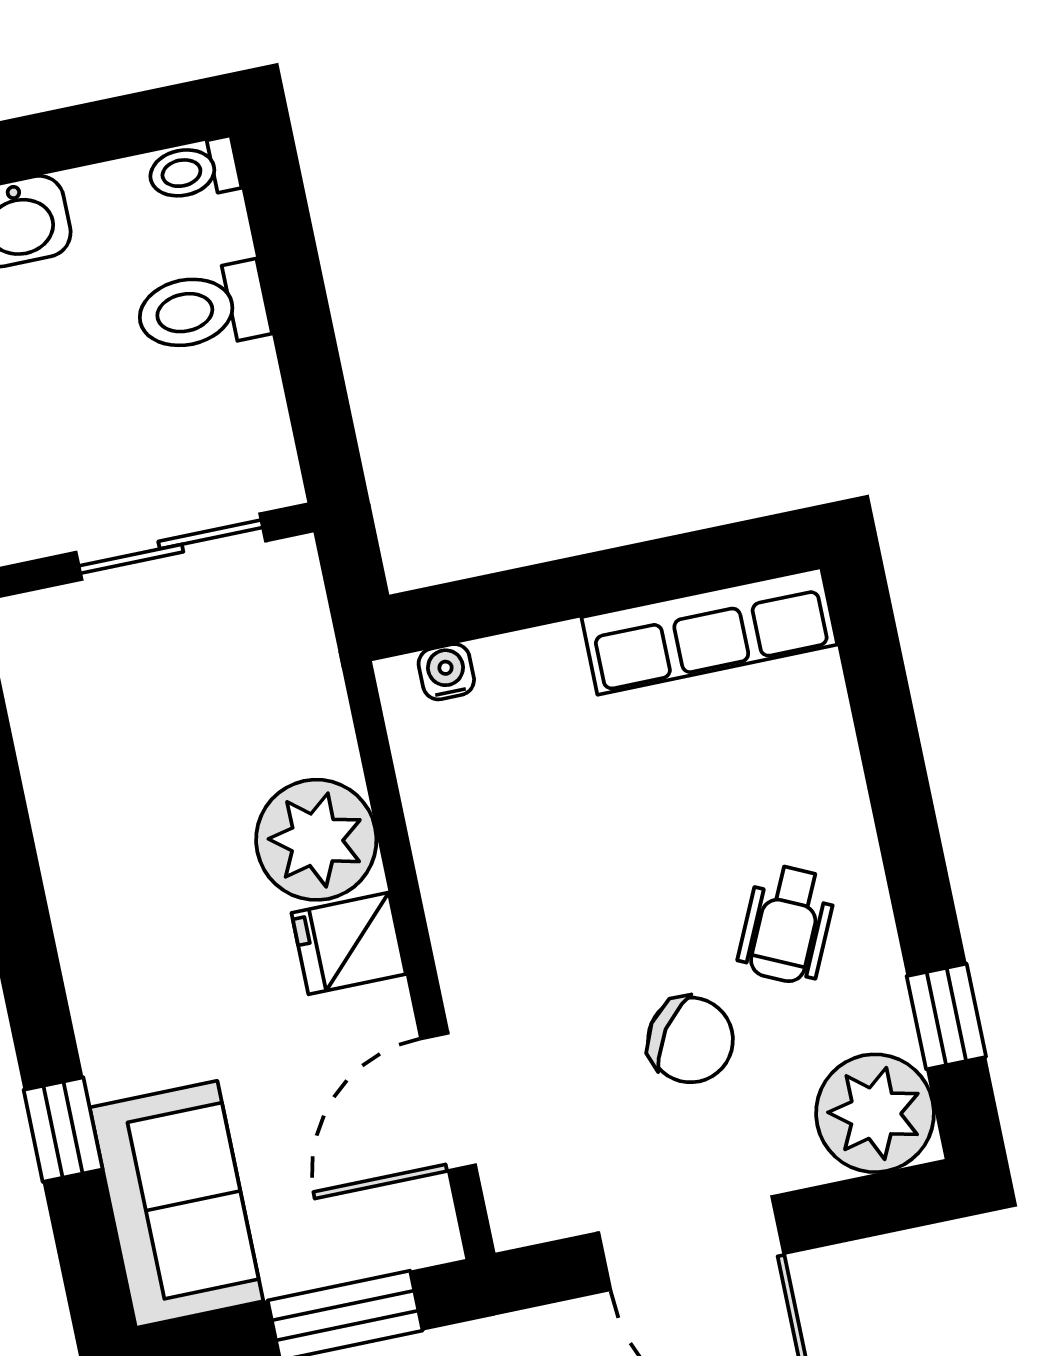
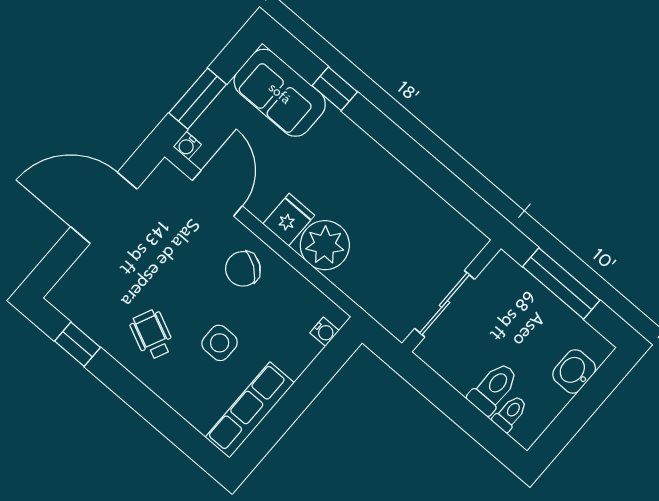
toilet: (193, 171) -> (510, 413), moved
side table: (667, 807) -> (220, 343), added
chair: (690, 1040) -> (243, 269), moved
plant: (875, 1113) -> (77, 295), removed
water cooler: (436, 1240) -> (187, 146), added

